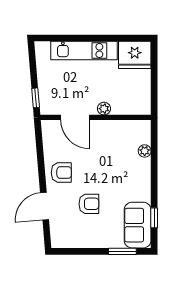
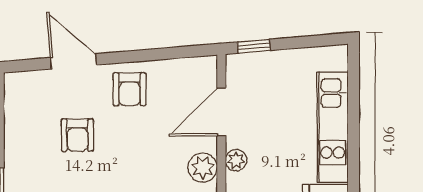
plant: (108, 129) -> (203, 167), added

